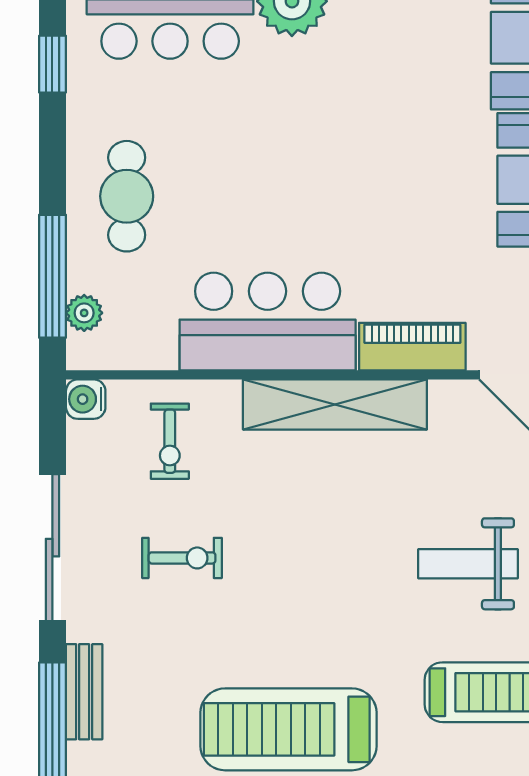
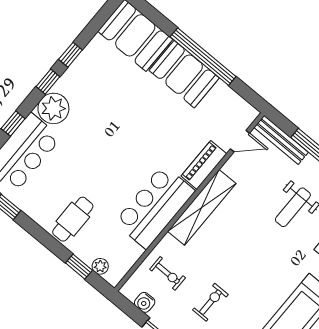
cafe table: (127, 196) -> (73, 219), turned 90
window: (52, 276) -> (79, 267), width x0.46
water cooler: (86, 399) -> (145, 302), moved

